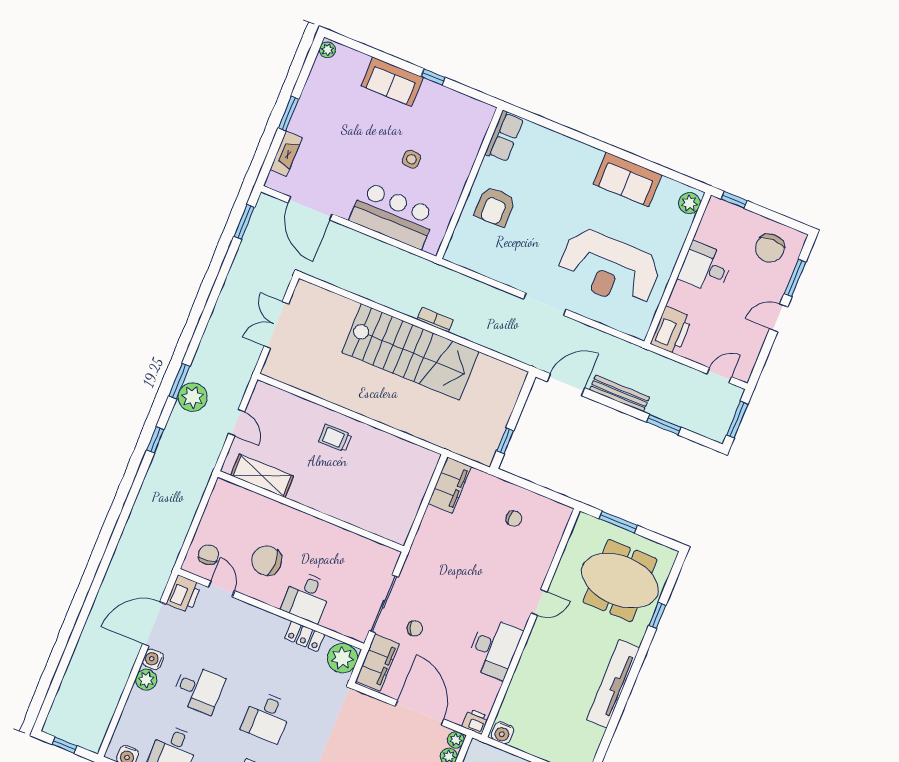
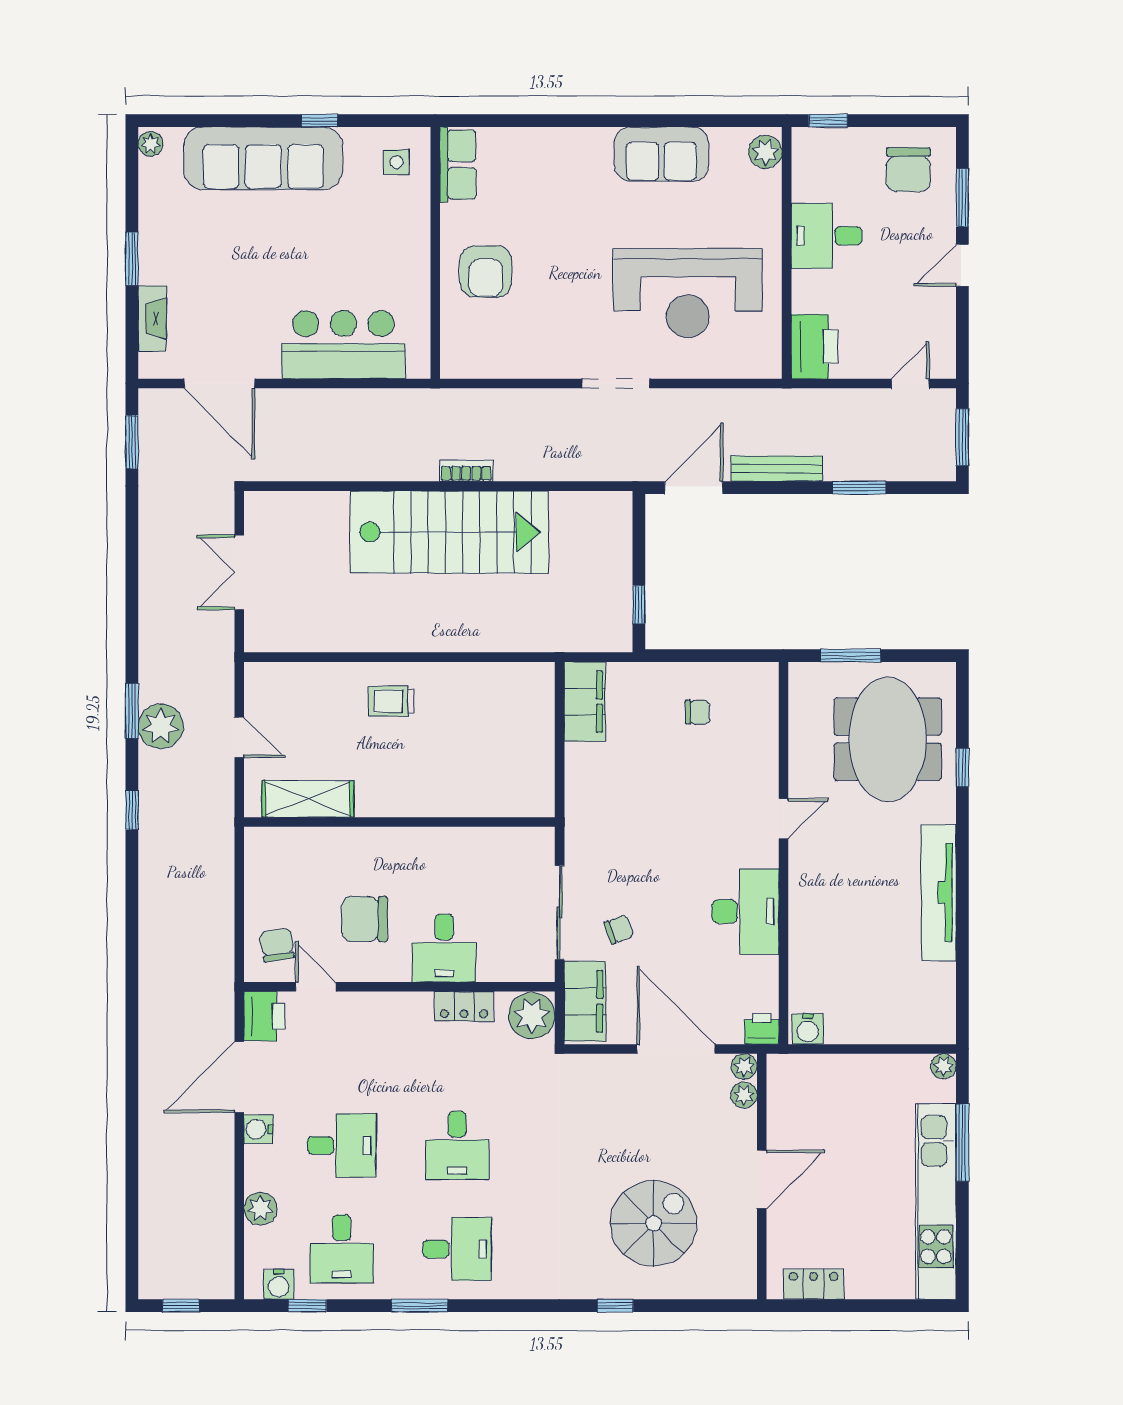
sofa: (392, 82) -> (263, 158), width x1.85, depth x1.27
side table: (411, 159) -> (397, 162), moved
meeting table: (620, 581) -> (888, 739), turned 90
plant: (146, 680) -> (260, 1209), moved

